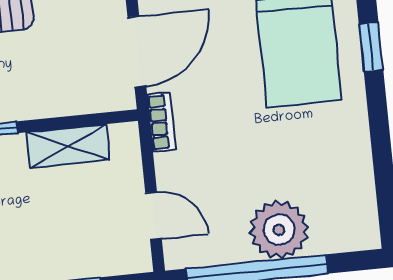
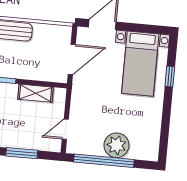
bookcase: (162, 122) -> (76, 91), removed
door: (154, 216) -> (65, 129), swing flipped

